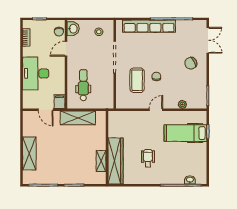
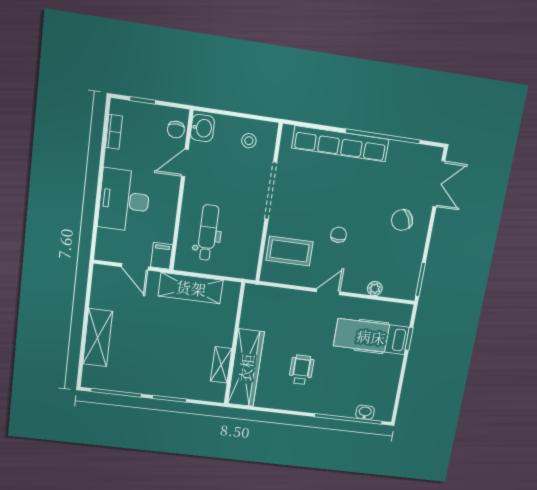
coffee table: (137, 80) -> (289, 251), moved, turned 90

